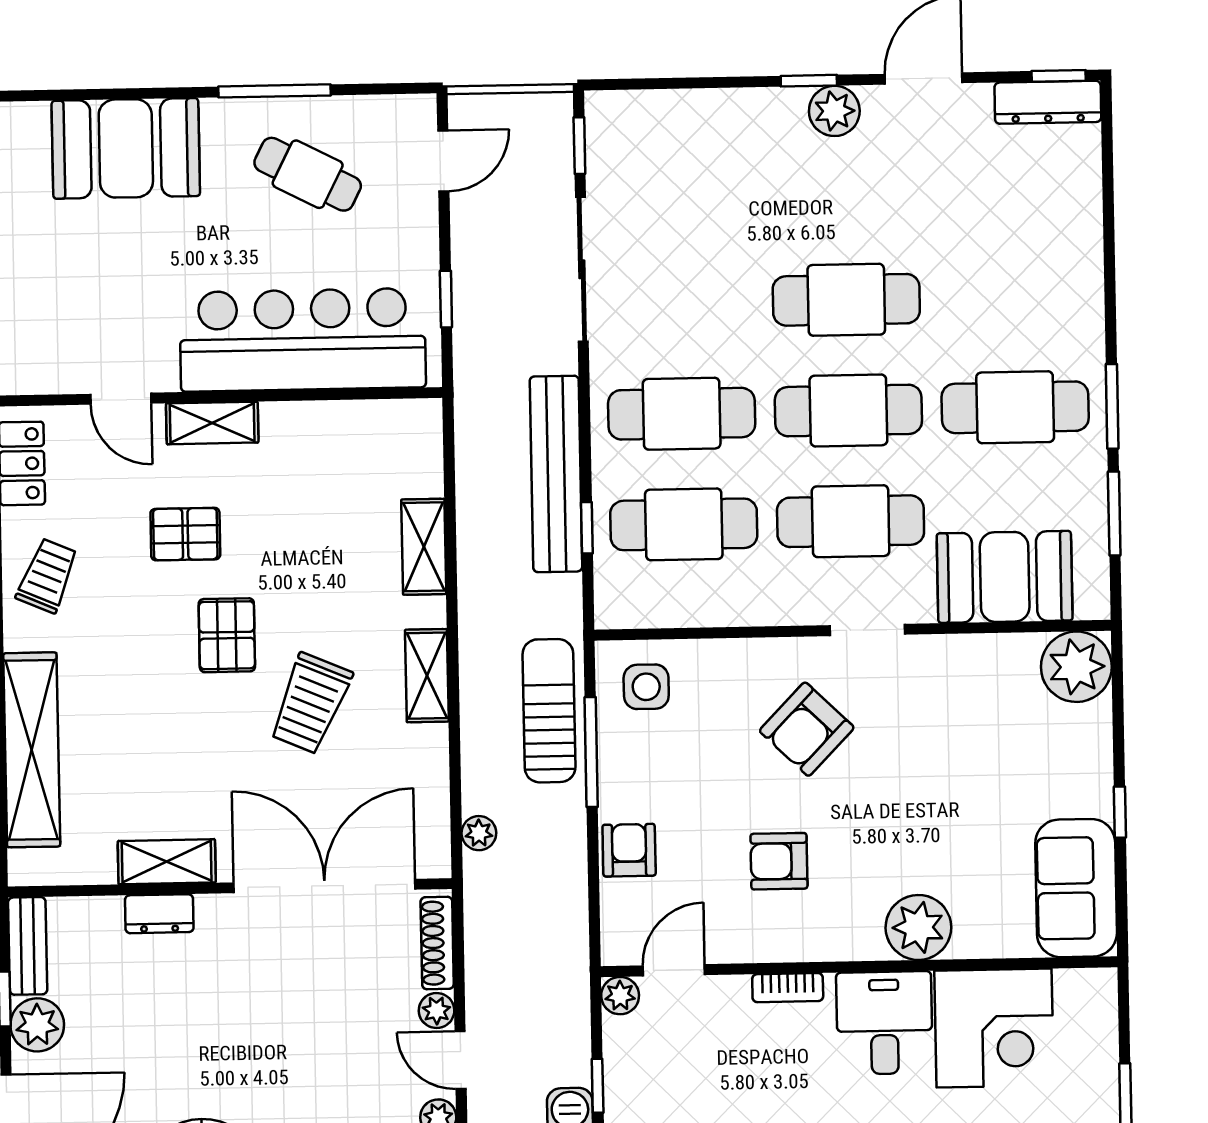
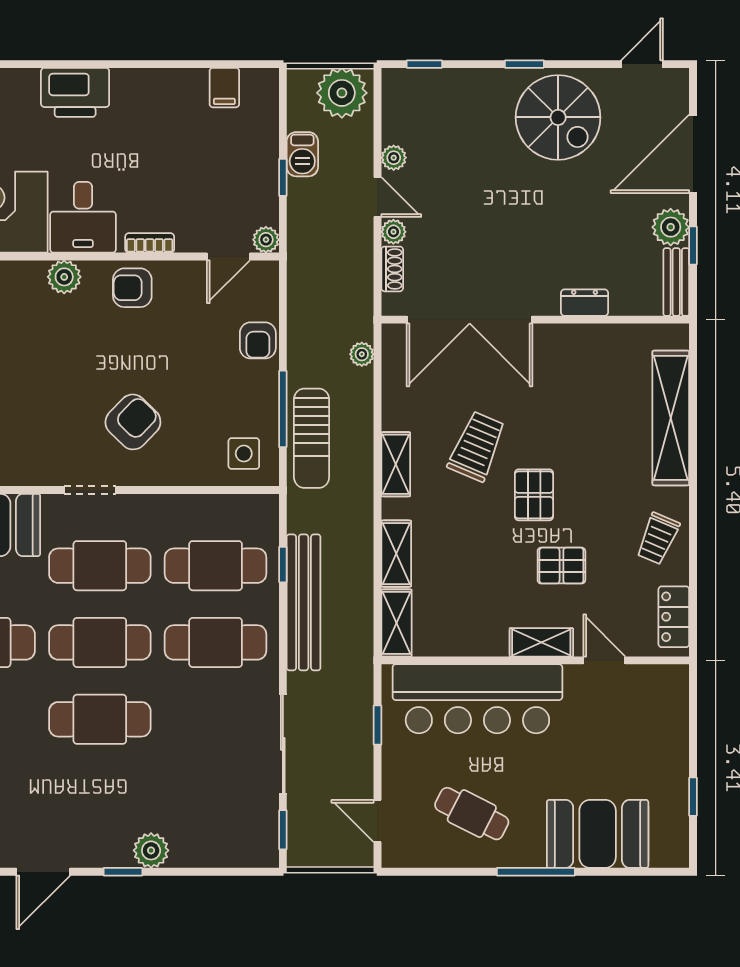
window: (275, 91) -> (536, 872), moved
plant: (834, 111) -> (151, 850), moved
door: (443, 161) -> (377, 821), hinge flipped
armchair: (779, 861) -> (132, 288), moved, turned 180
shelving: (167, 862) -> (396, 623), moved, turned 90
plant: (918, 927) -> (64, 277), width x0.73, depth x0.73
shoe rack: (437, 943) -> (392, 269), width x0.70

